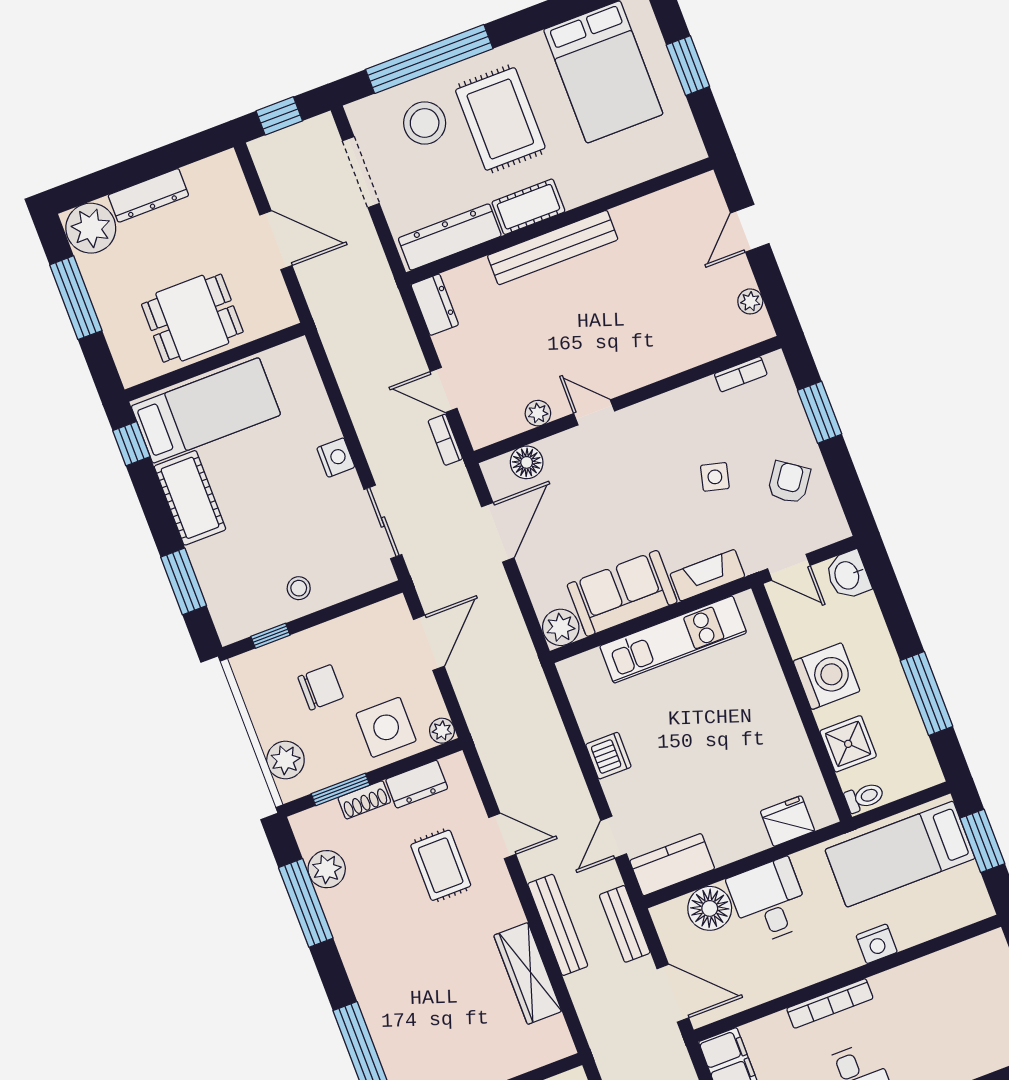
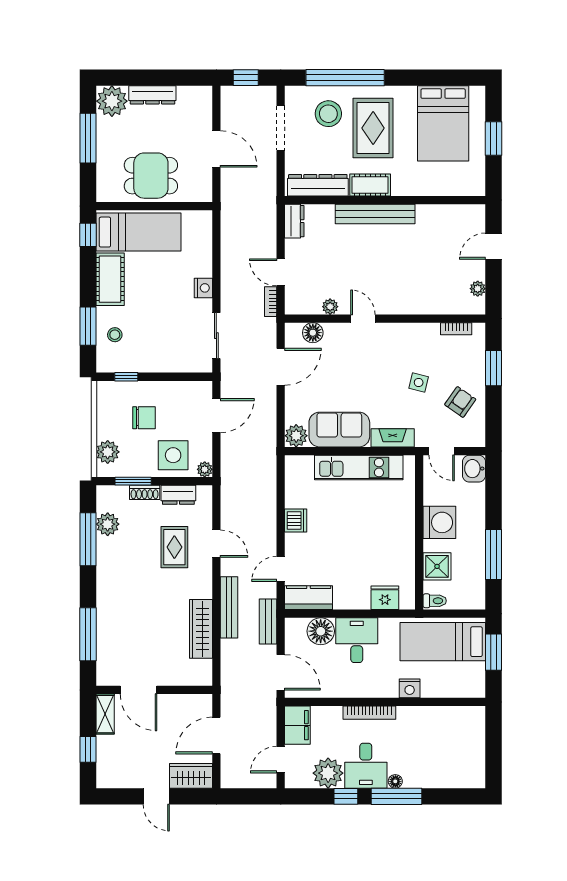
stool: (299, 588) -> (115, 335), moved

